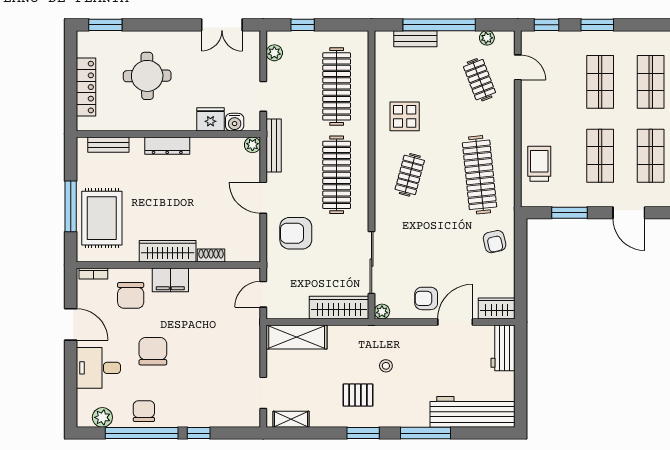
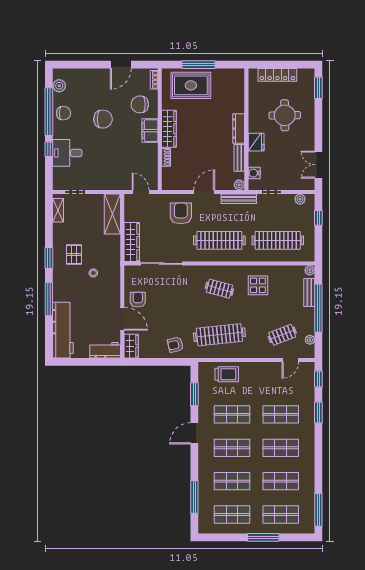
fridge: (210, 119) -> (256, 142), moved
bench: (108, 145) -> (239, 158), moved
plant: (382, 312) -> (310, 270), moved
desk: (98, 368) -> (67, 153), moved, turned -90

